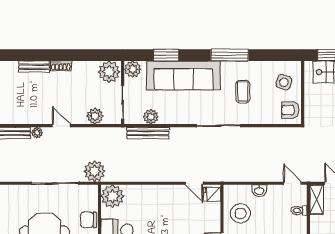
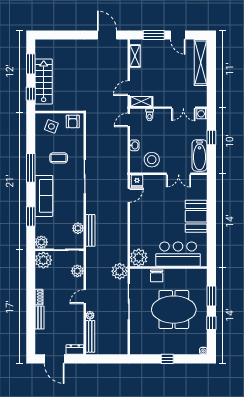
sofa: (183, 75) -> (44, 196), width x0.74, depth x0.79

